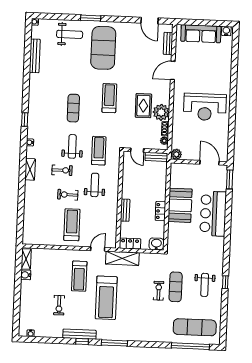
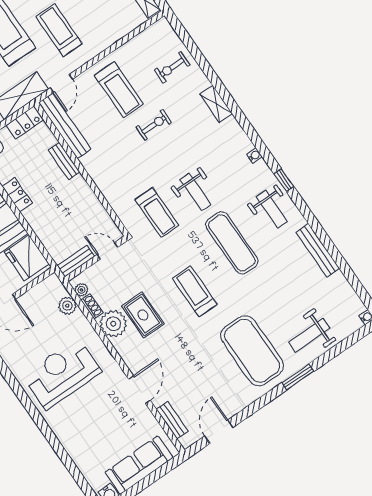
door: (150, 21) -> (219, 432), hinge flipped
bench: (35, 56) -> (318, 250), moved
treadmill: (109, 98) -> (195, 291), turned 180
exercise mat: (73, 108) -> (232, 243), width x1.36, depth x1.45
plant: (176, 154) -> (67, 306), moved
shelving: (30, 169) -> (216, 104), moved
exercise bike: (62, 170) -> (172, 67), moved
fridge: (179, 177) -> (27, 258), added
weight bench: (95, 185) -> (272, 209), moved
bench: (112, 227) -> (65, 126), added

